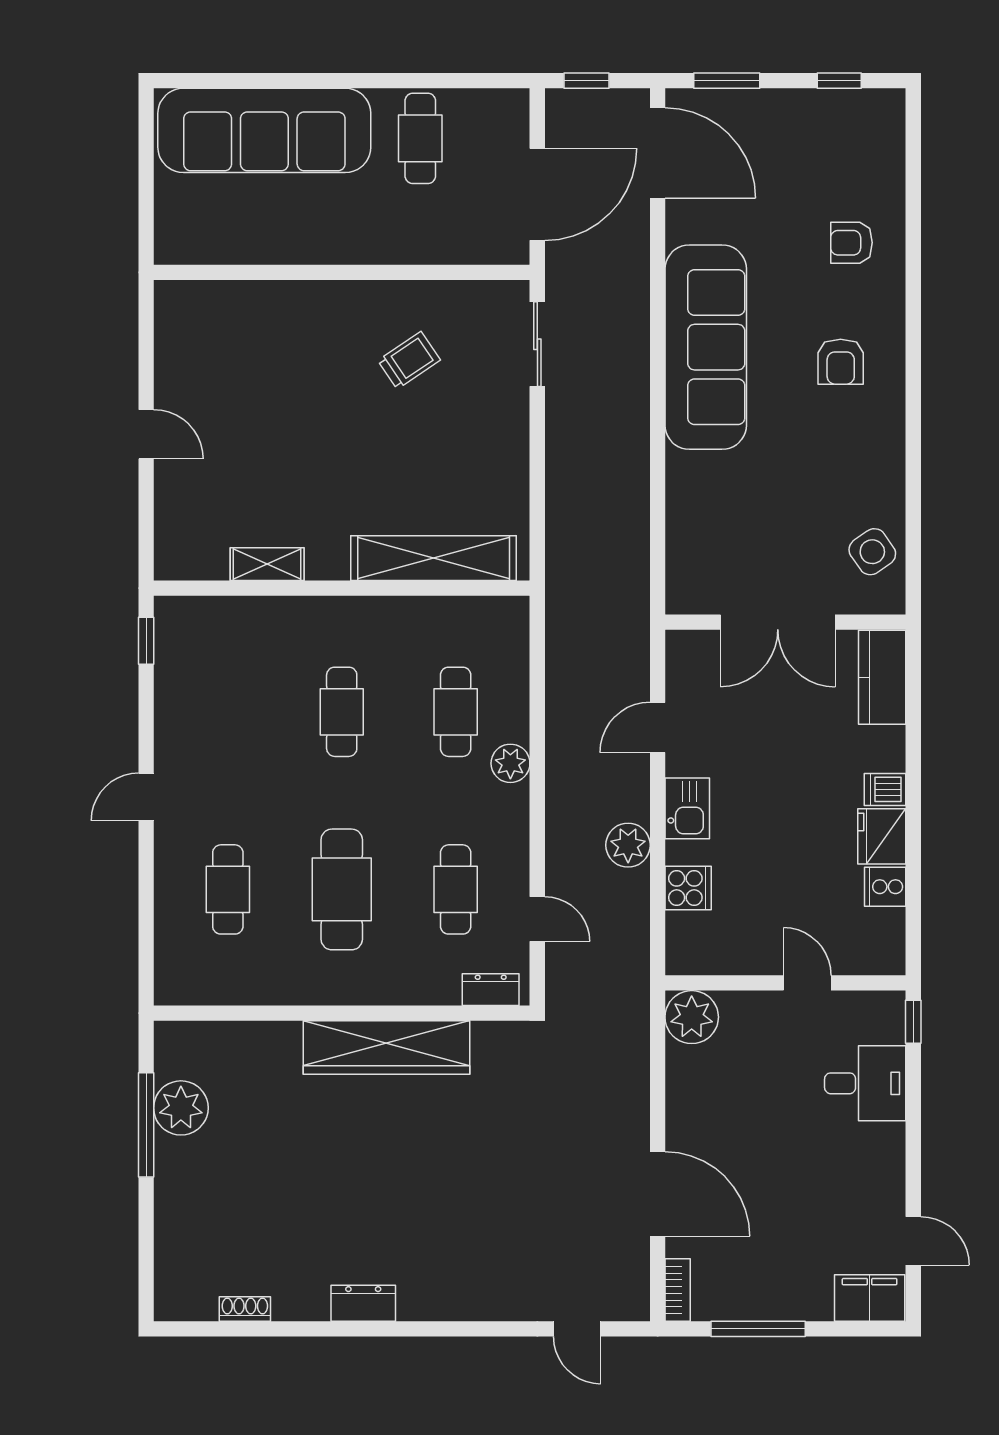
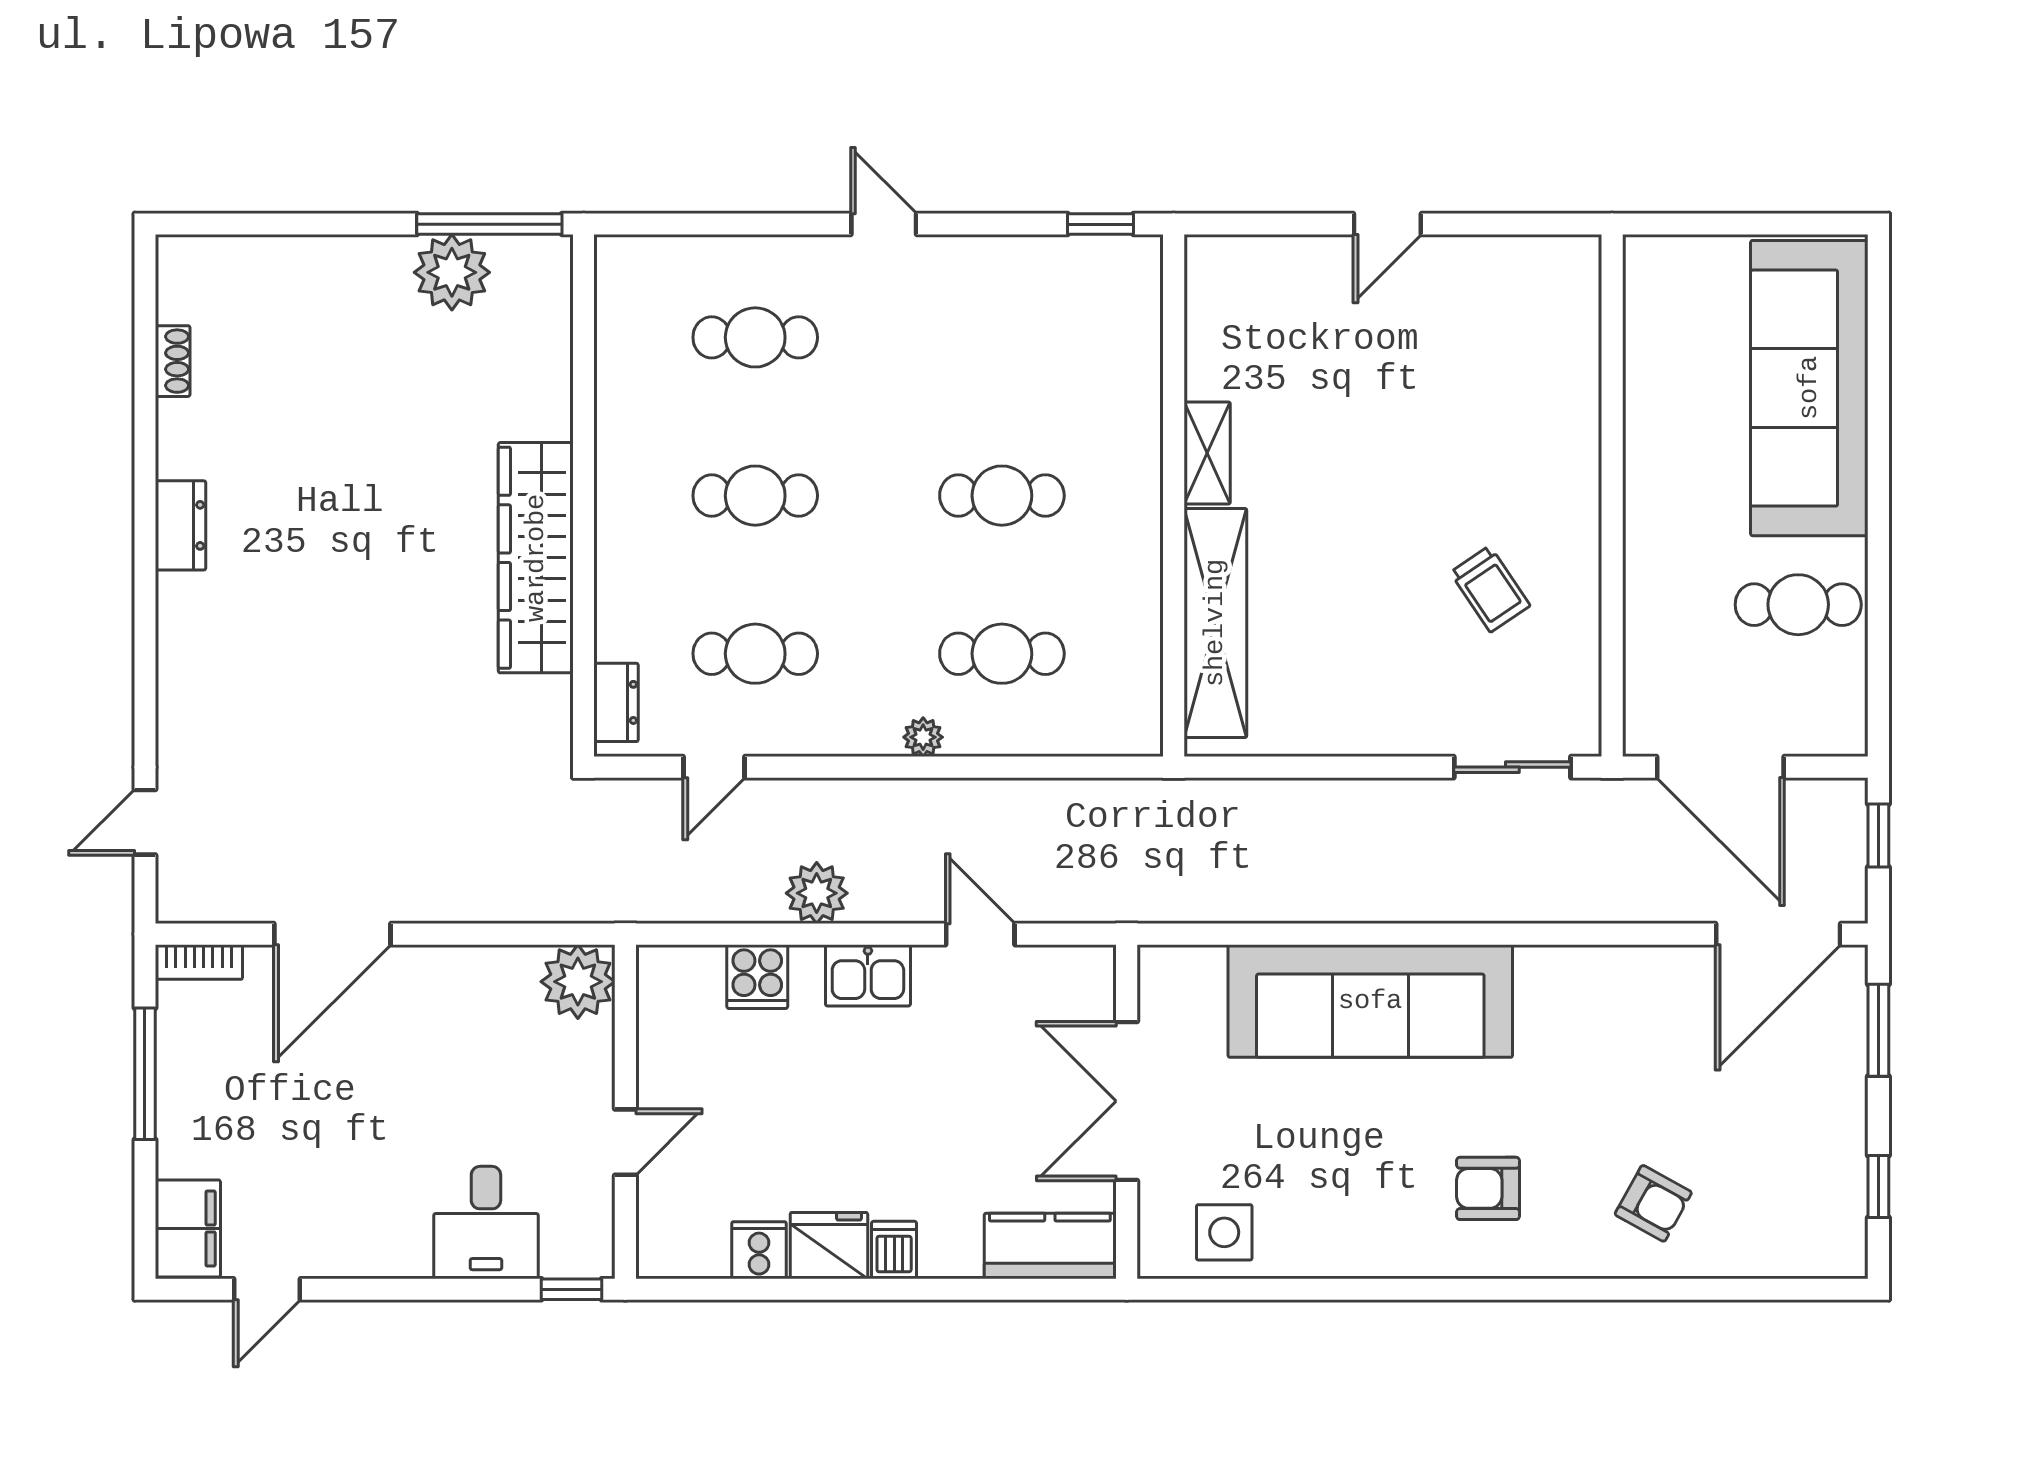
armchair: (851, 243) -> (1653, 1203), turned 119
sofa: (706, 347) -> (1370, 1001), moved
side table: (872, 552) -> (1224, 1232), turned 35
shelving: (267, 564) -> (1207, 453), moved
plant: (510, 763) -> (923, 737), width x0.73, depth x0.73
cafe table: (342, 889) -> (755, 496), width x0.73, depth x0.74
window: (146, 1125) -> (489, 224), moved

